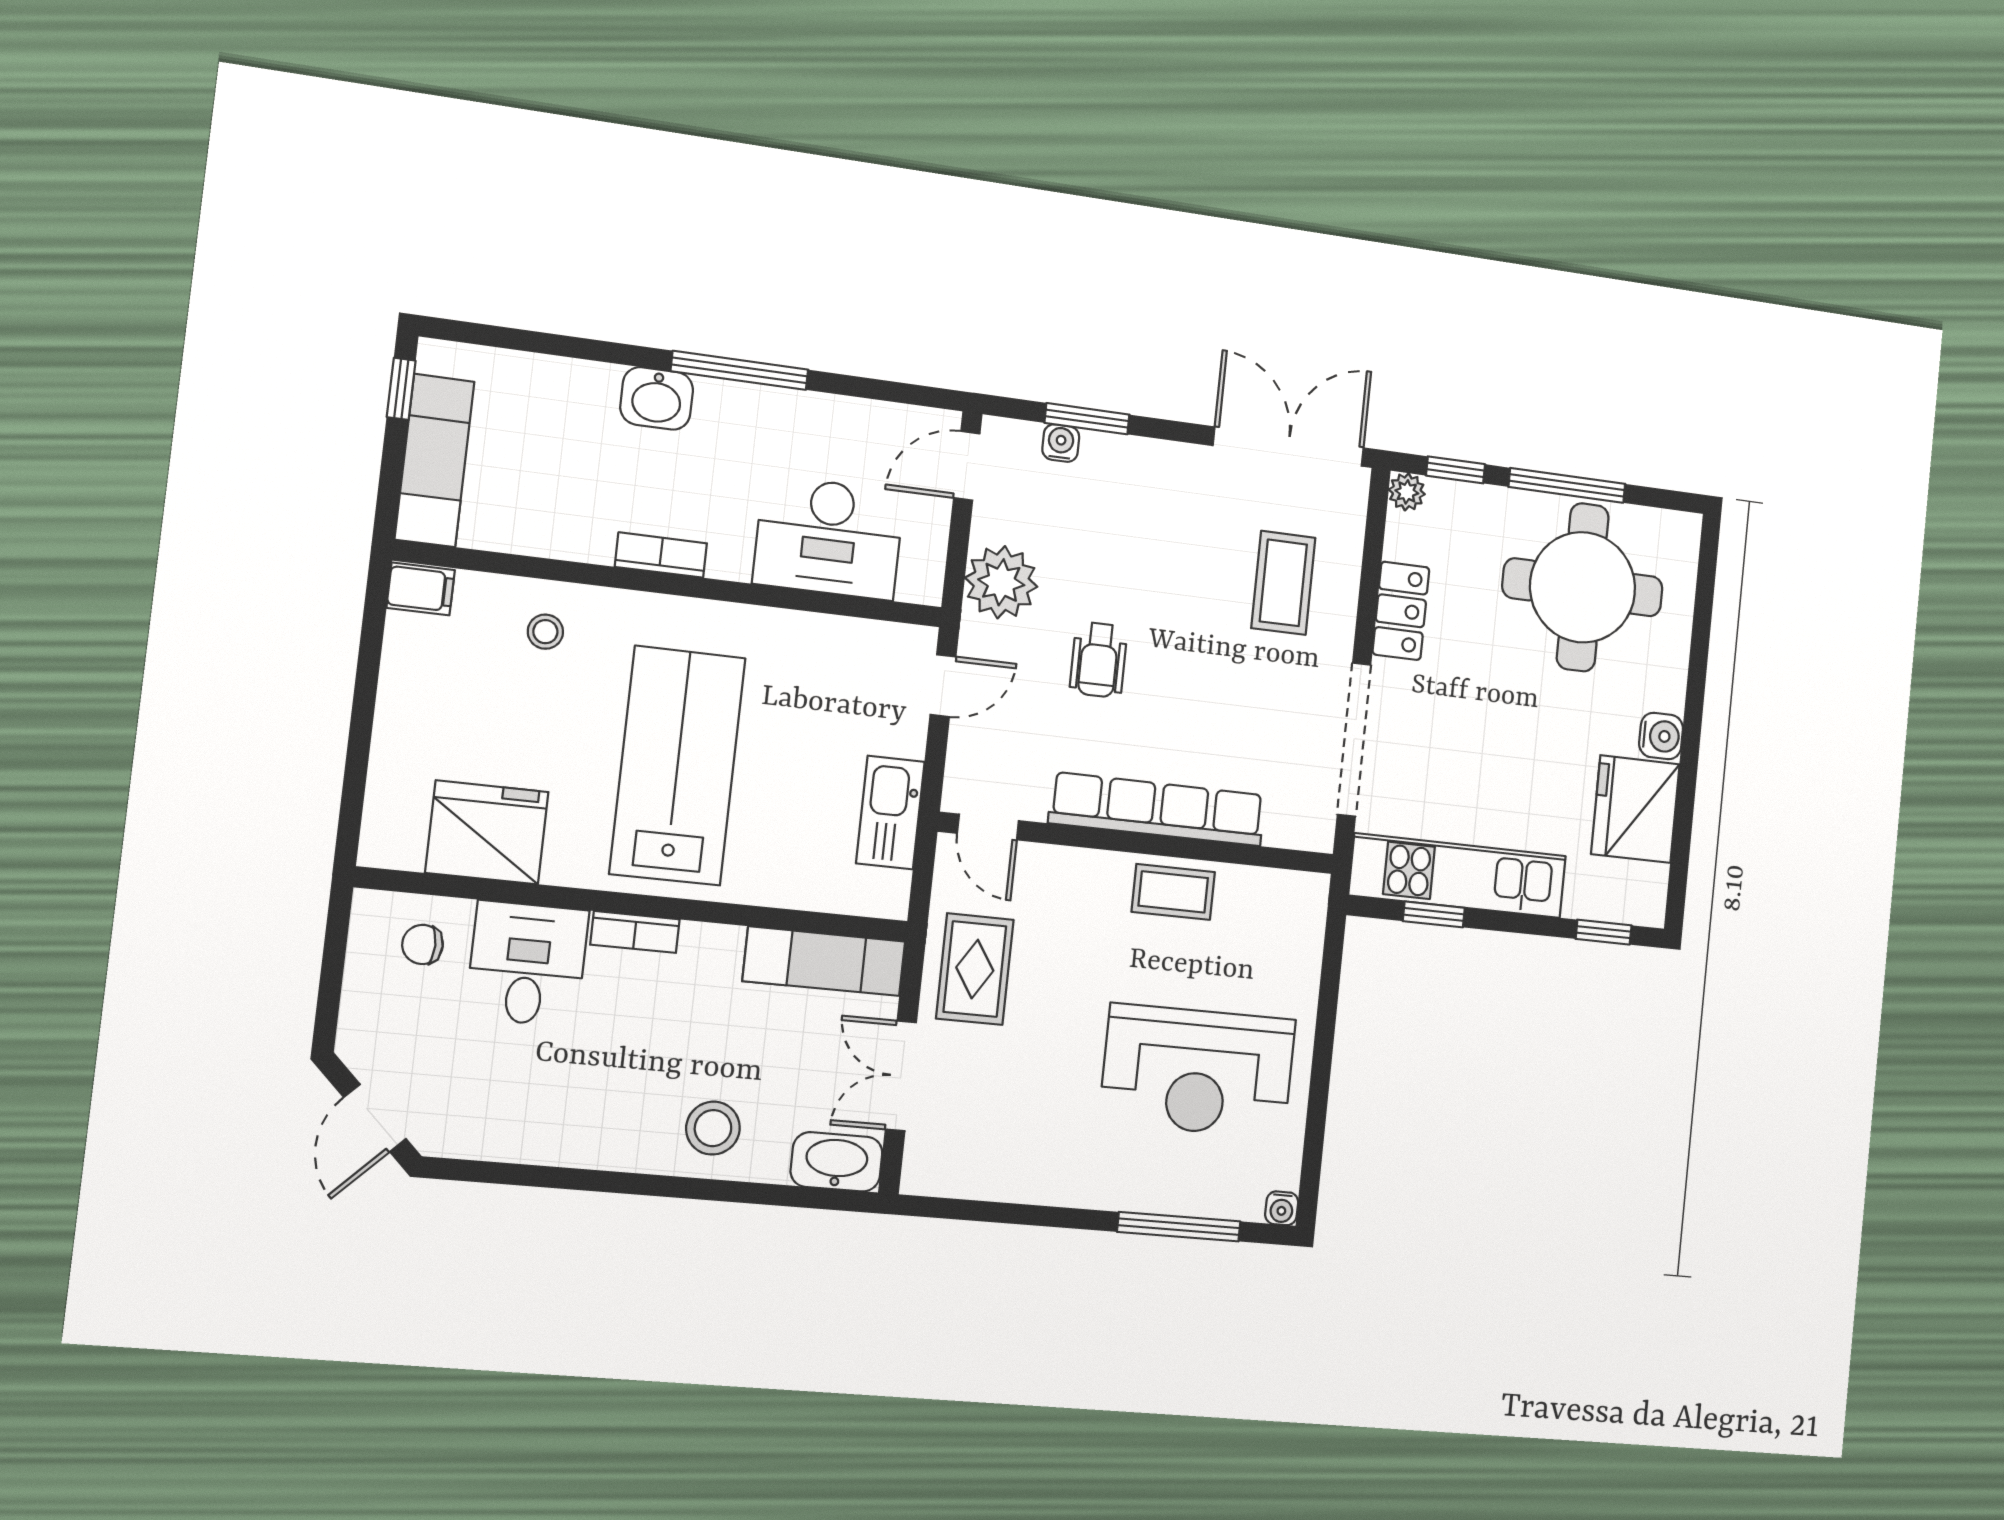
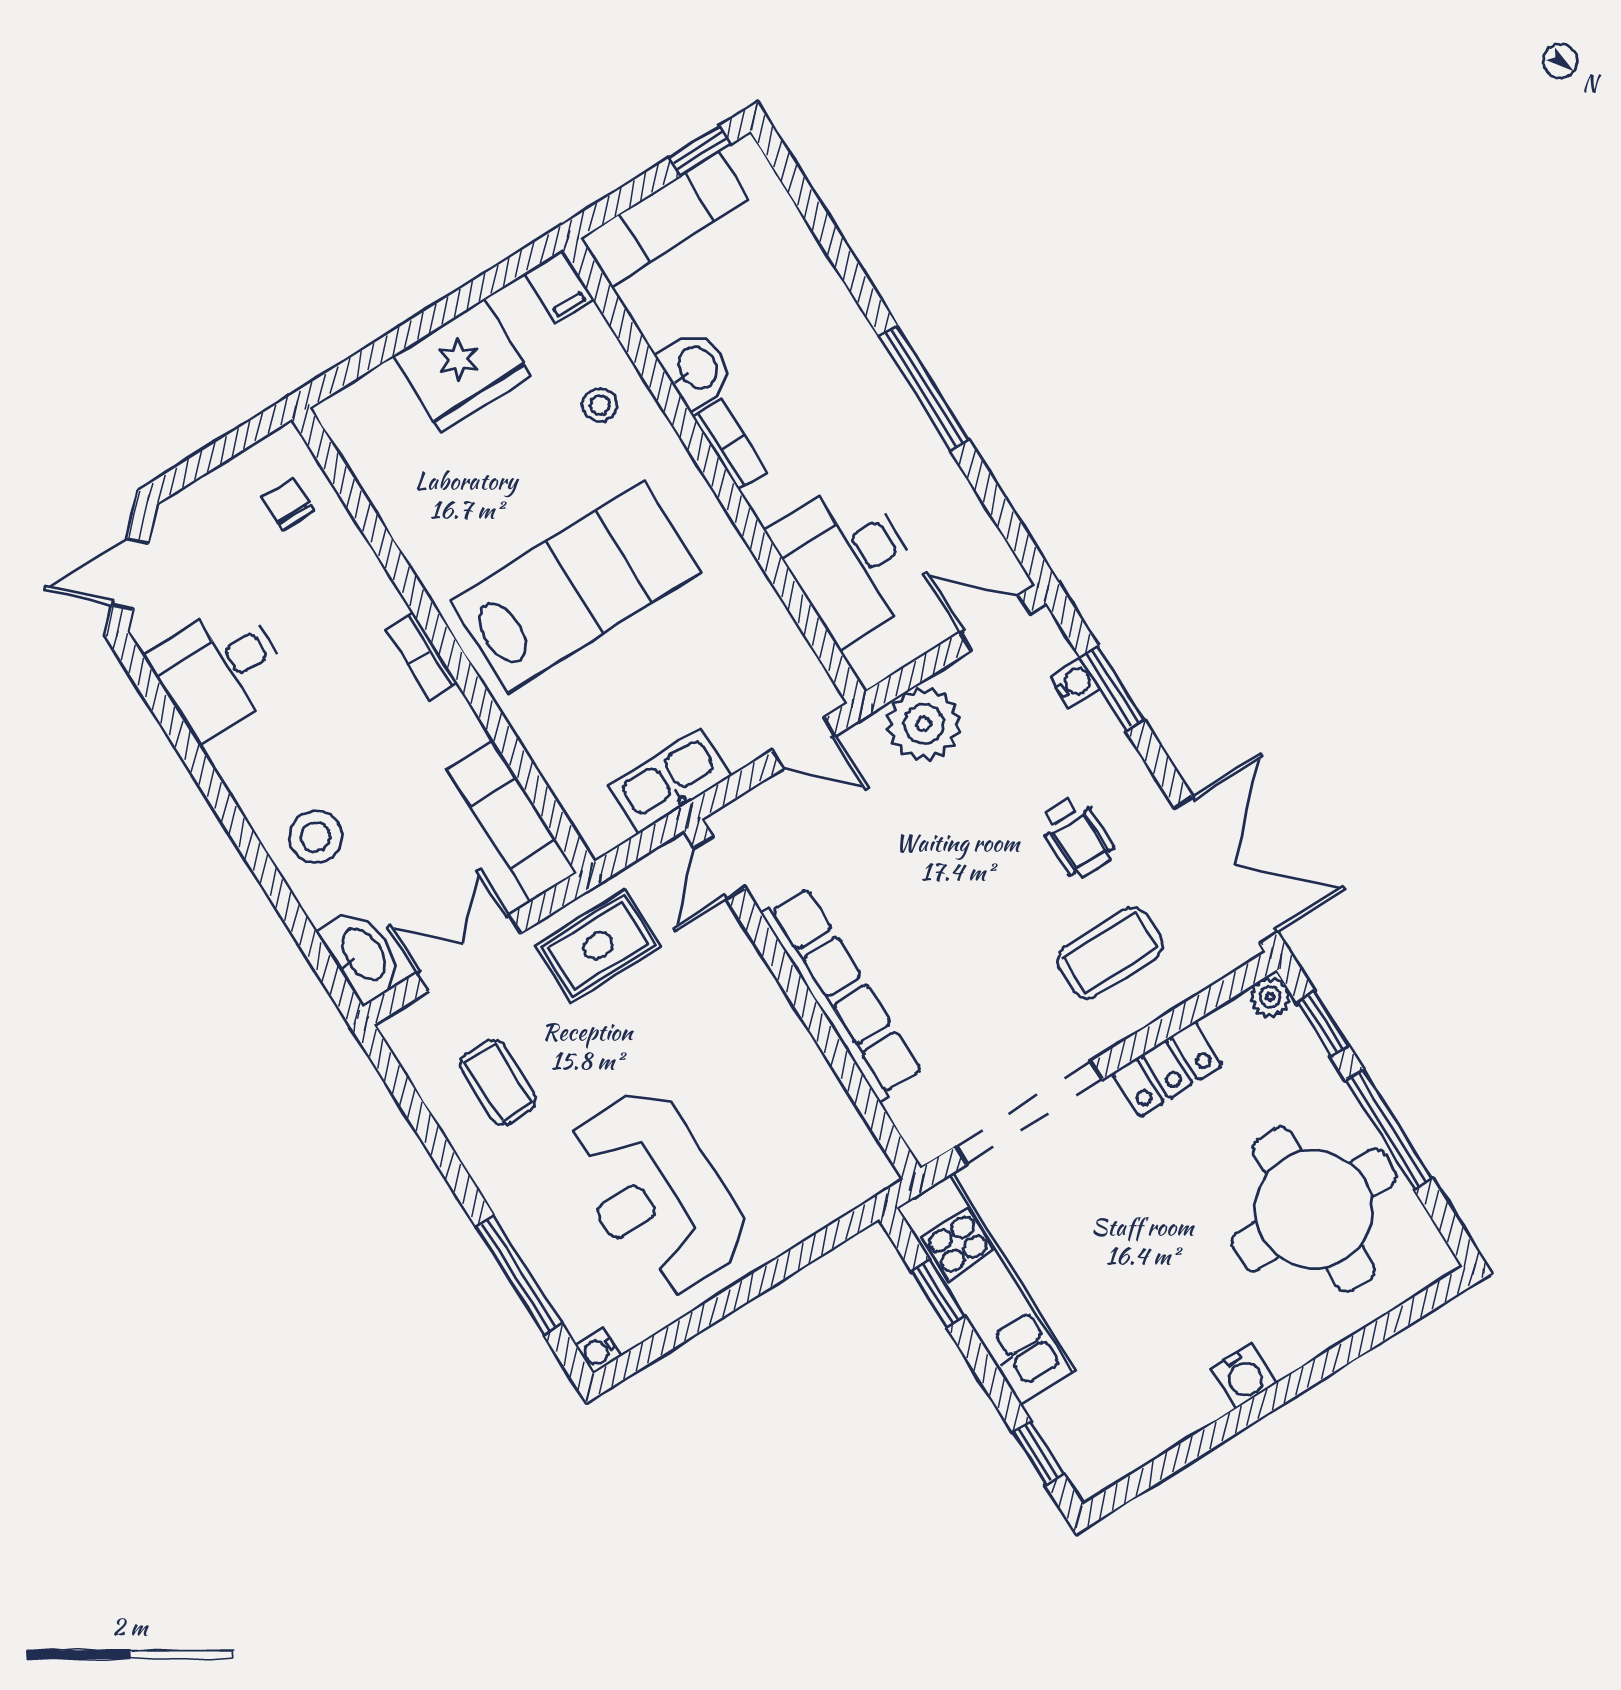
washbasin: (657, 398) -> (696, 369), moved, turned 180
wheelchair: (1099, 660) -> (1076, 837), moved, turned -90
fridge: (1635, 809) -> (1164, 1401), removed
fridge: (487, 832) -> (462, 366), moved, turned 90
coffee table: (1173, 892) -> (498, 1082), moved
desk: (527, 964) -> (220, 670), moved, turned 180

